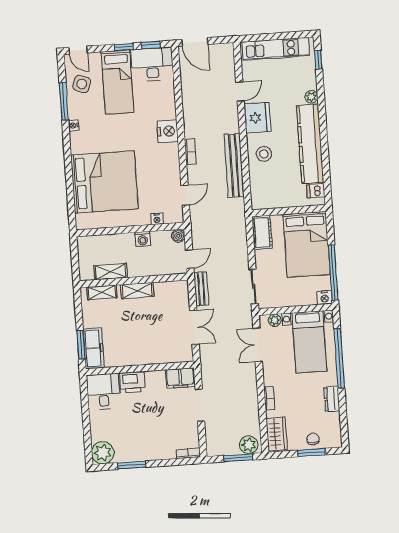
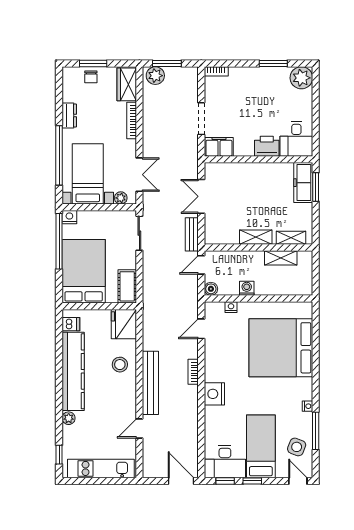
fridge: (257, 118) -> (124, 324), moved
bench: (234, 165) -> (150, 383), moved
bookcase: (269, 398) -> (132, 120), width x1.56

